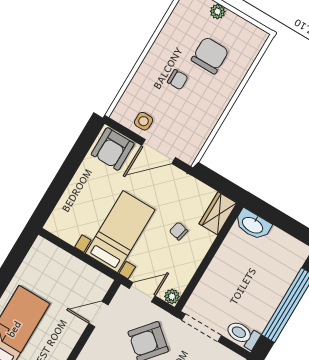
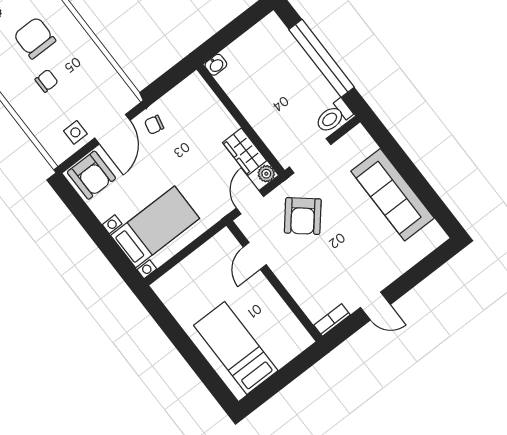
wardrobe: (218, 213) -> (245, 152), moved
washbasin: (253, 225) -> (216, 65), width x0.52, depth x0.69
chair: (179, 231) -> (154, 125), moved
bed with nightstands: (120, 232) -> (155, 227), moved, turned 90

